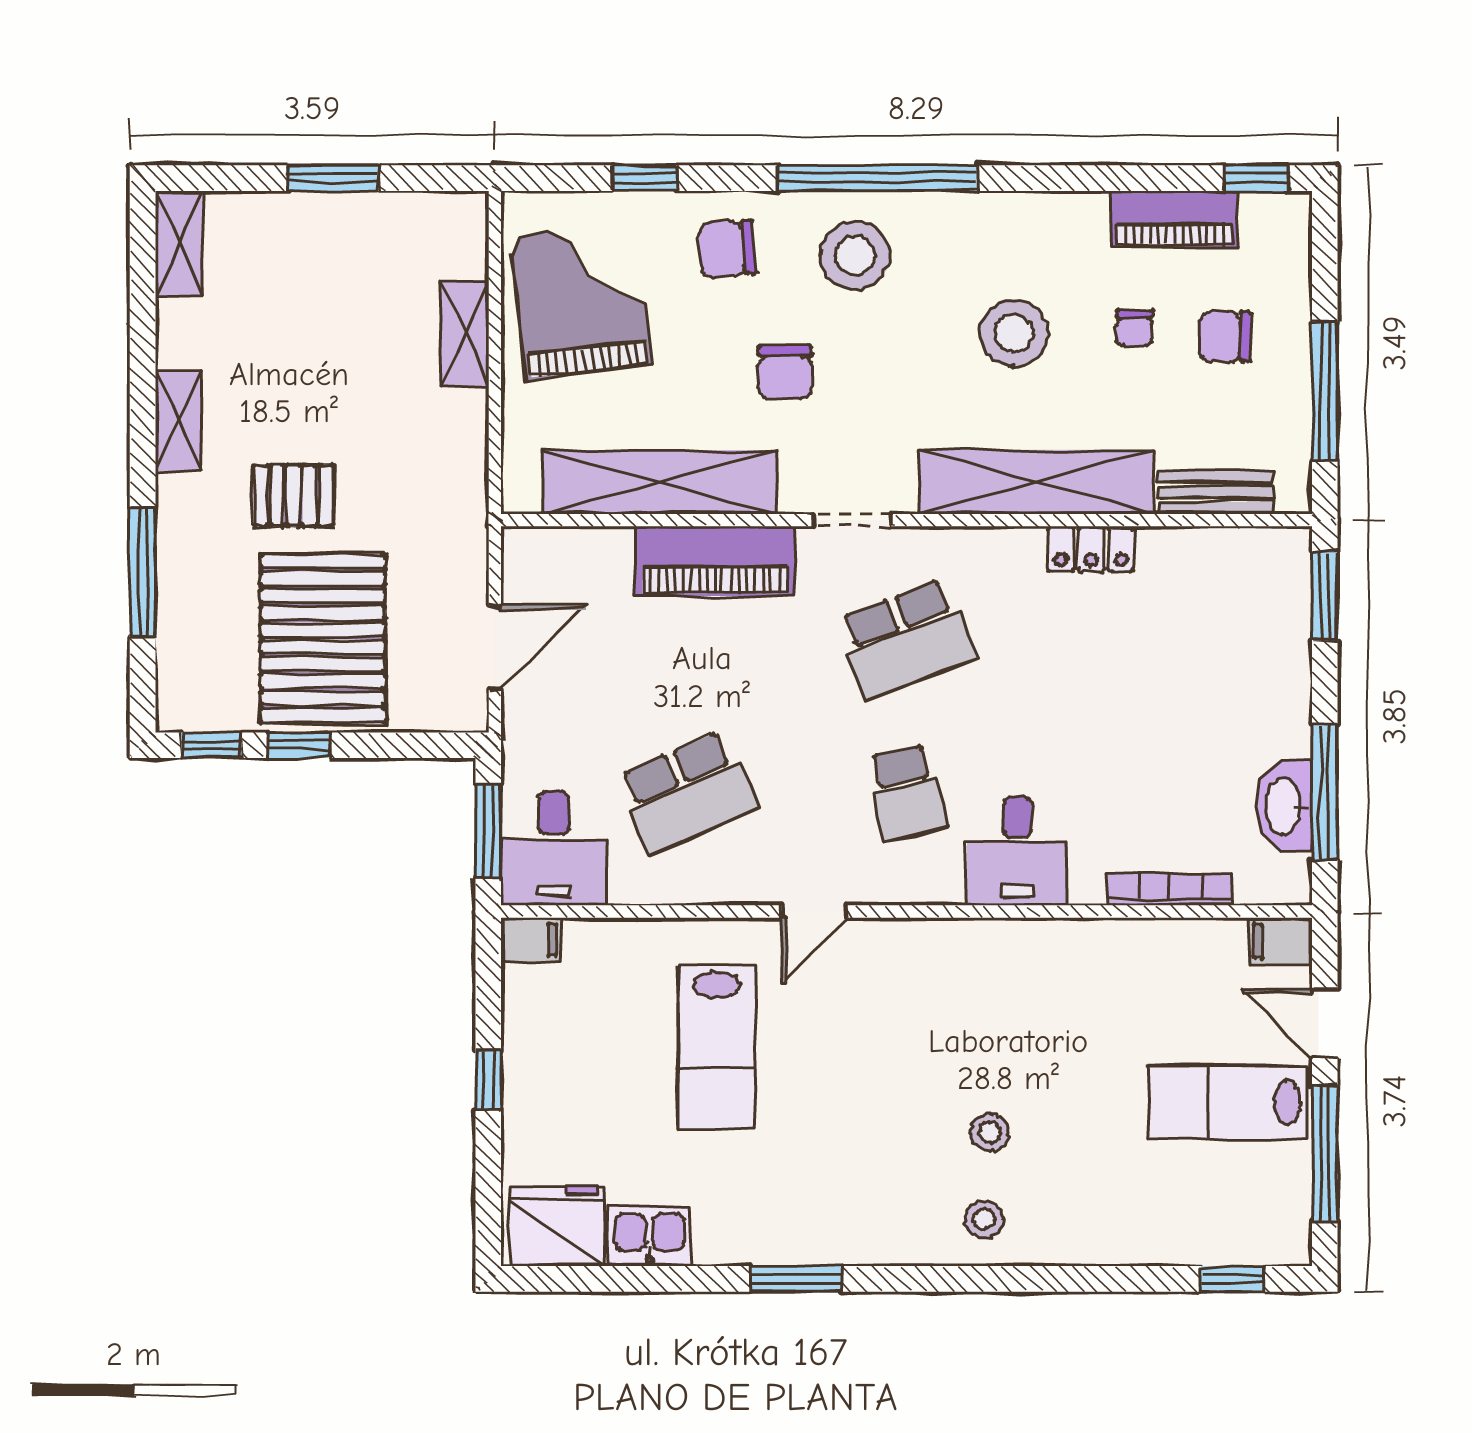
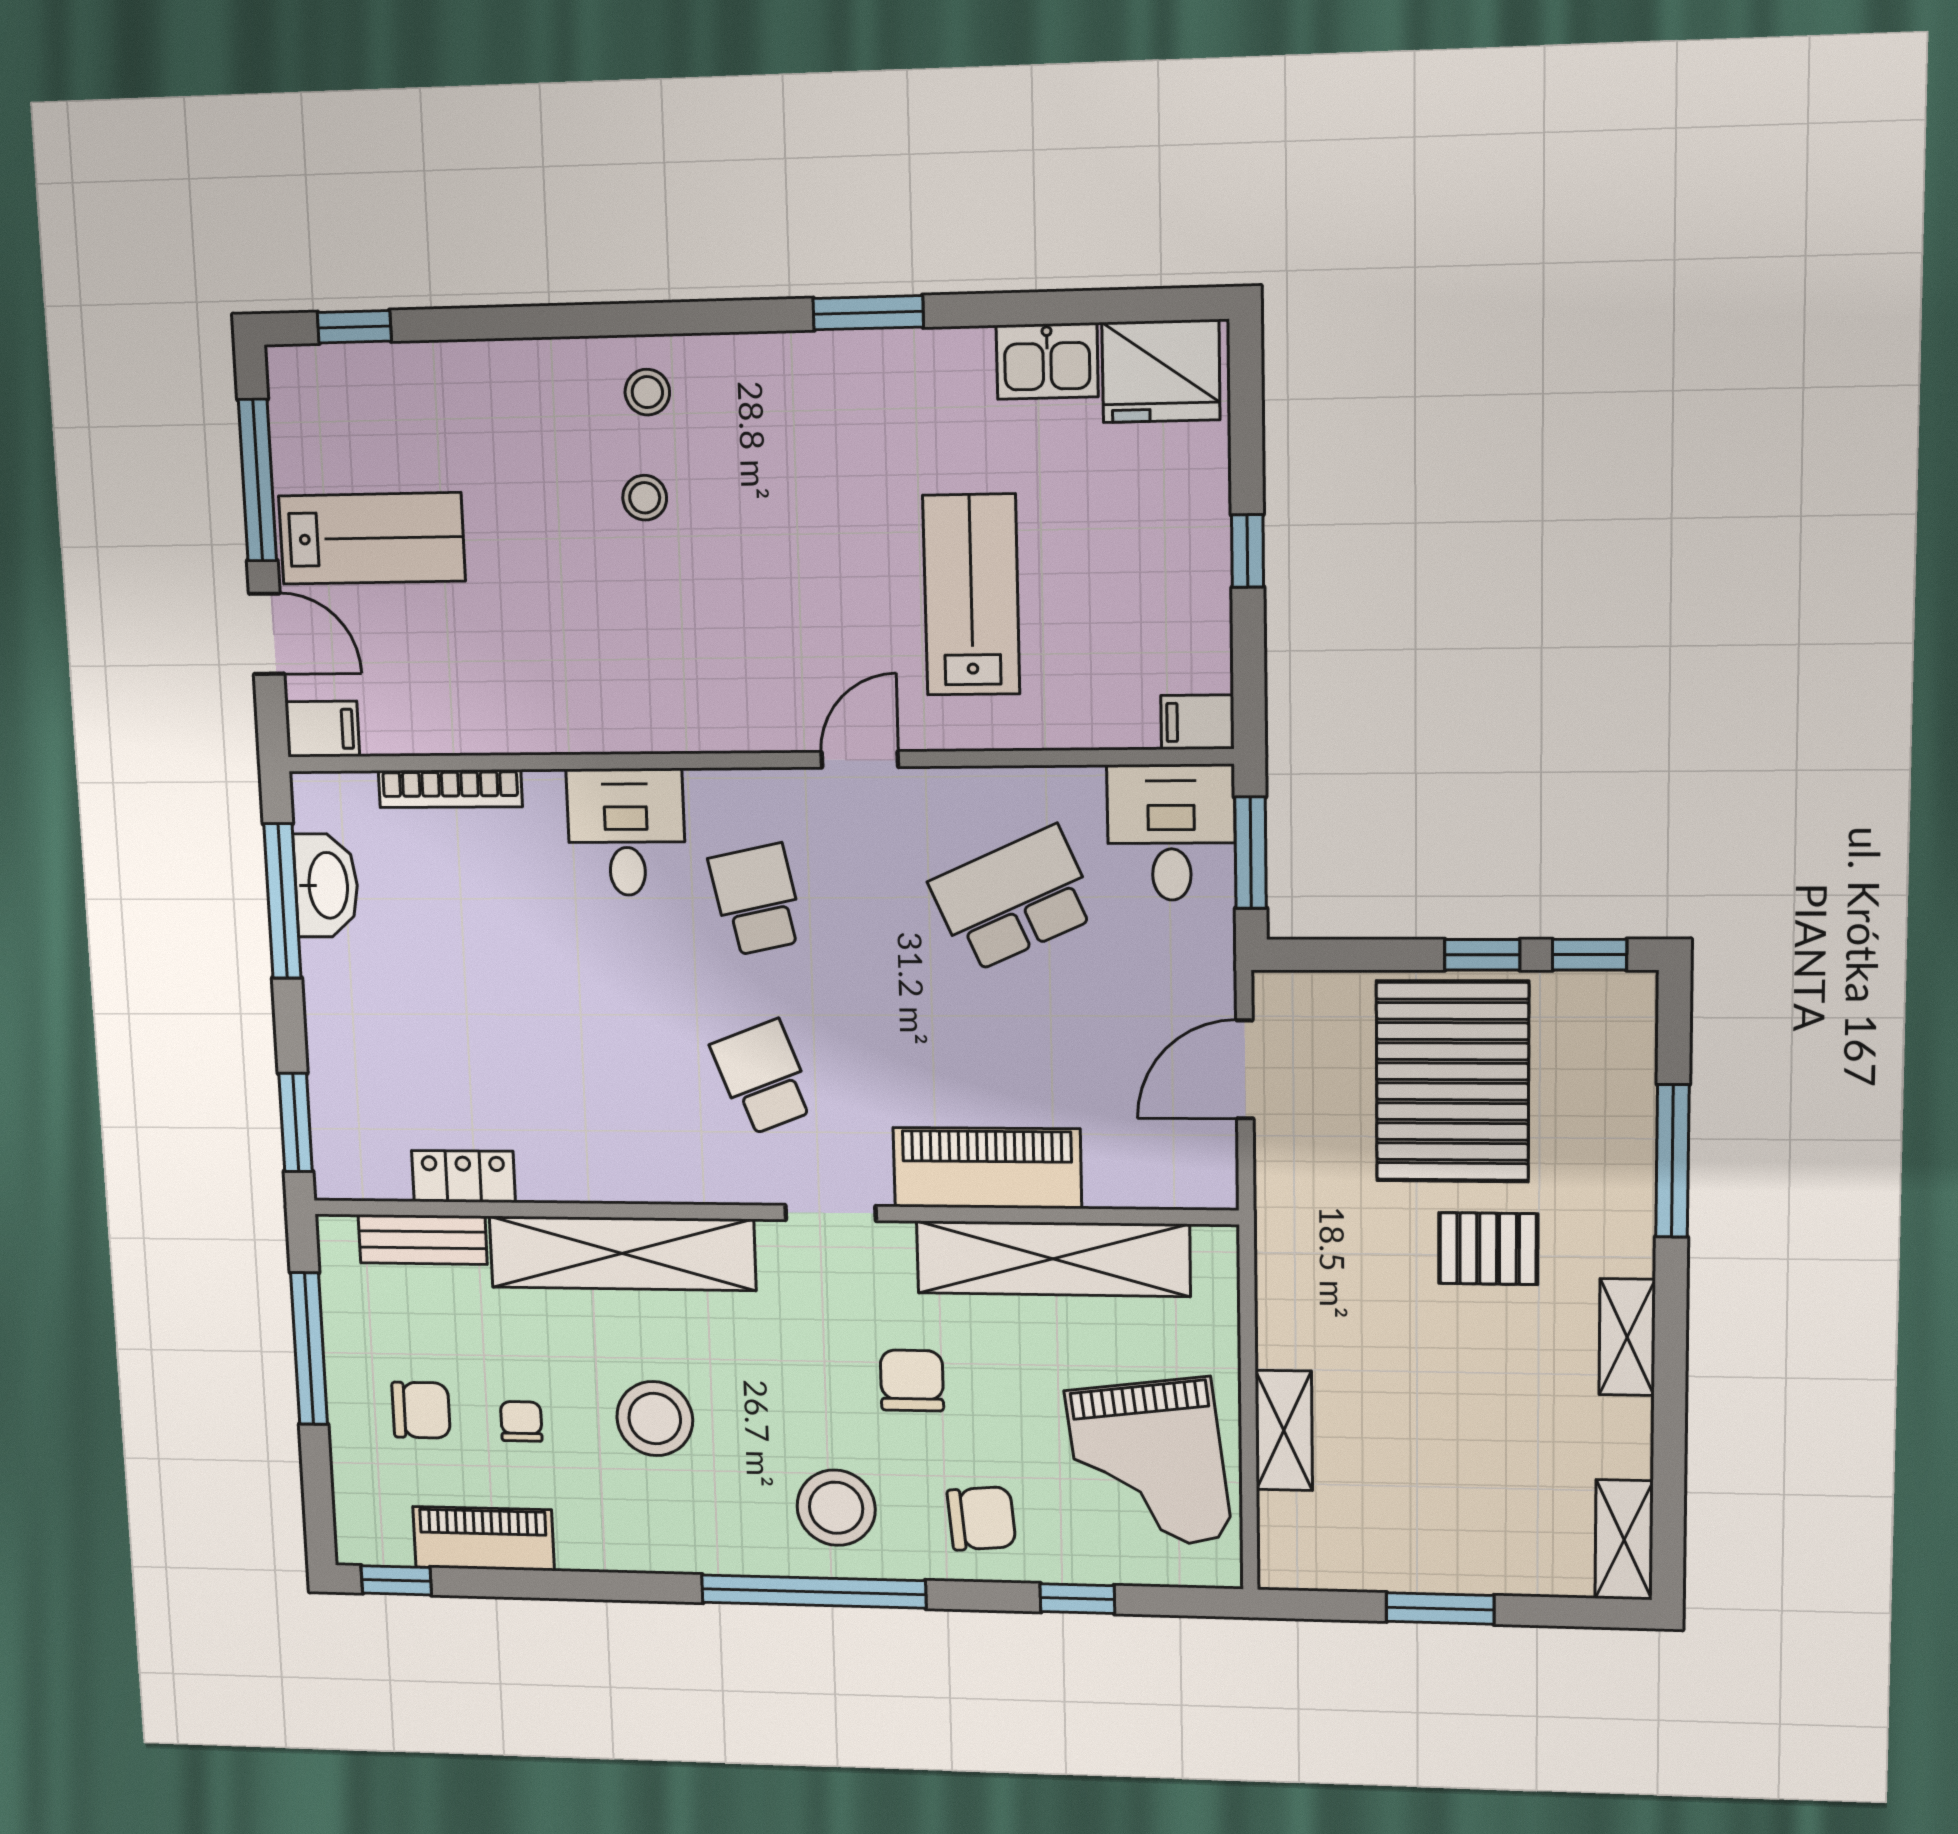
locker: (1091, 549) -> (463, 1176), moved
school desk: (906, 639) -> (763, 1077), width x0.54

